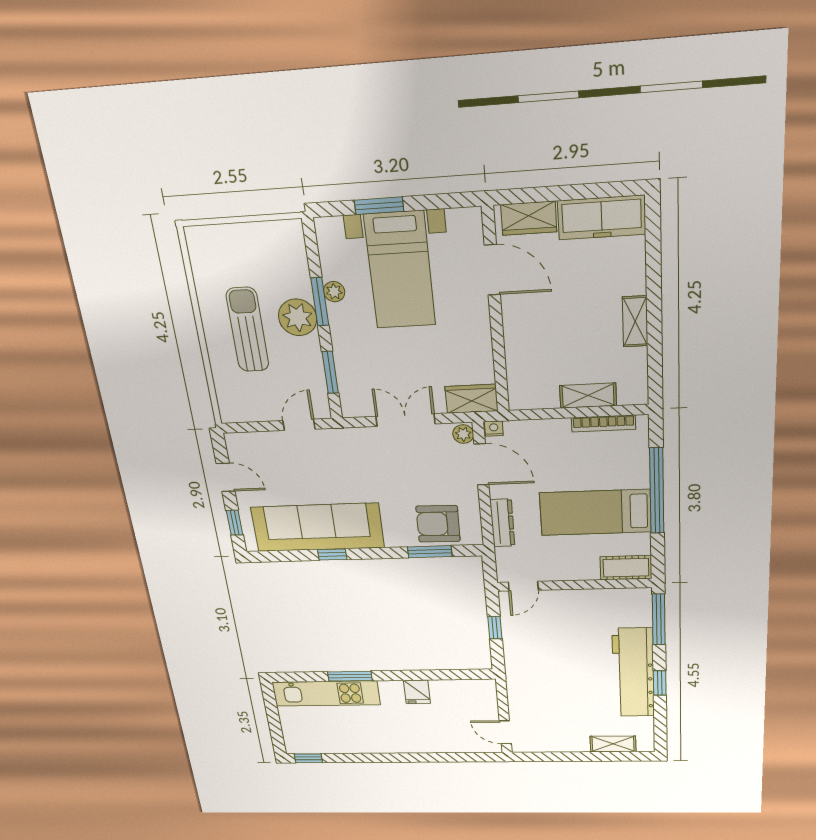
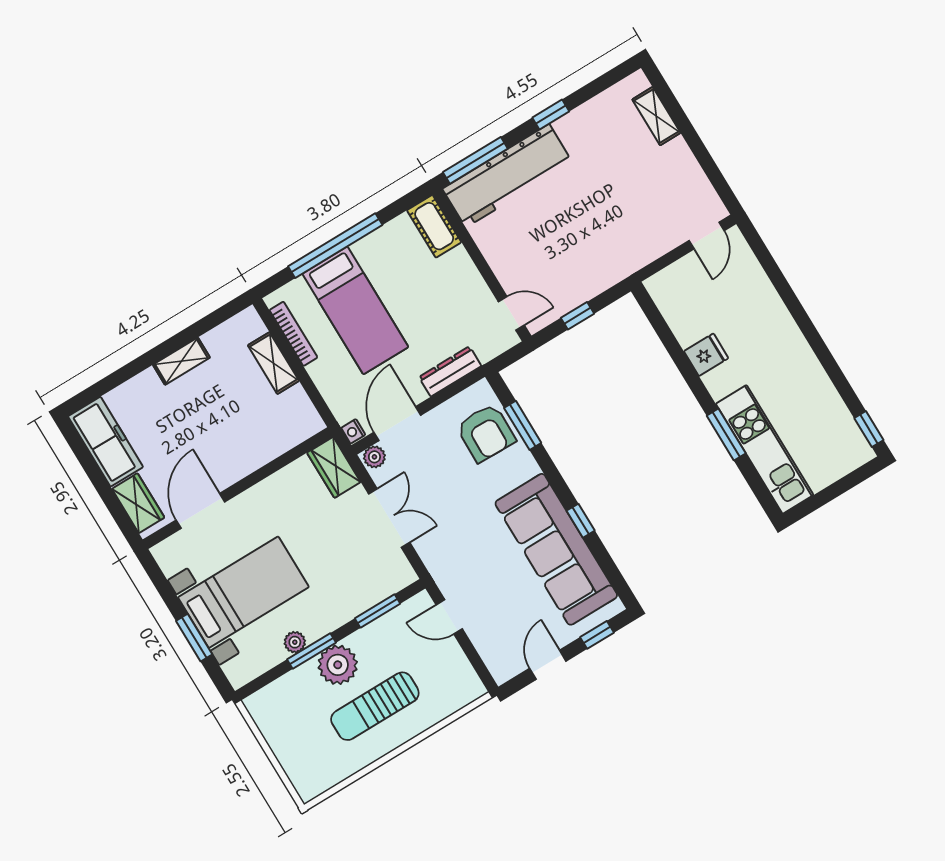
double door: (405, 420) -> (389, 518), swing flipped
bed: (595, 512) -> (355, 310), moved
workbench: (633, 673) -> (507, 176), moved

